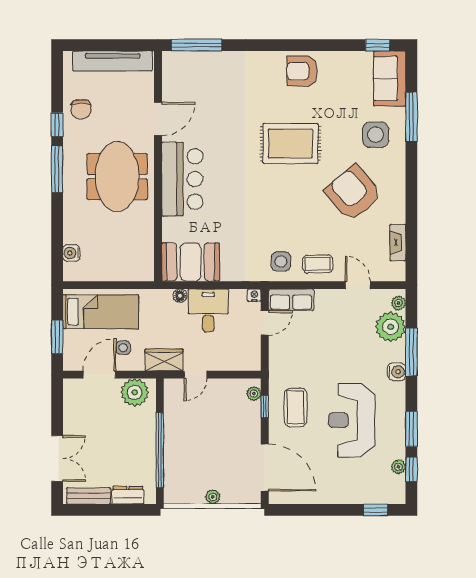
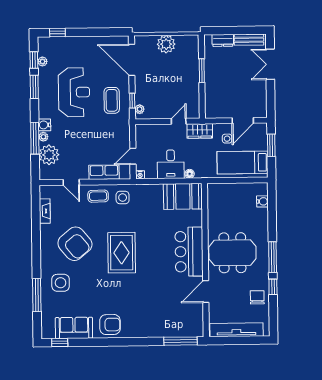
sofa: (390, 78) -> (74, 328), moved, turned -90
rug: (290, 143) -> (122, 253), moved, turned 90
meeting table: (117, 177) -> (232, 253), turned 90
row of seats: (291, 300) -> (104, 172), moved
plant: (399, 303) -> (43, 137), moved
plant: (135, 392) -> (219, 109), removed
window: (160, 450) -> (202, 71), width x0.47
plant: (213, 497) -> (166, 44), width x1.88, depth x1.88

